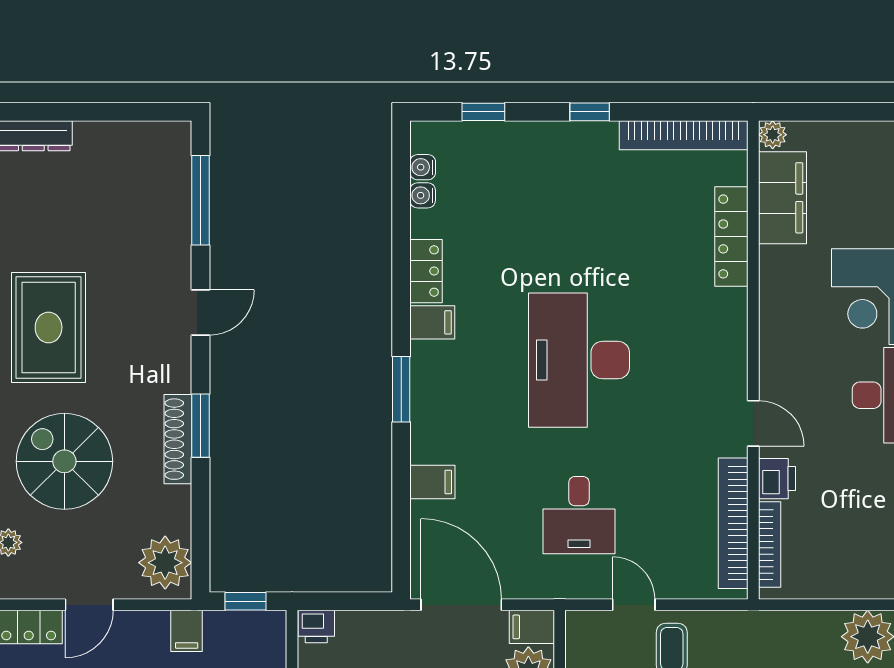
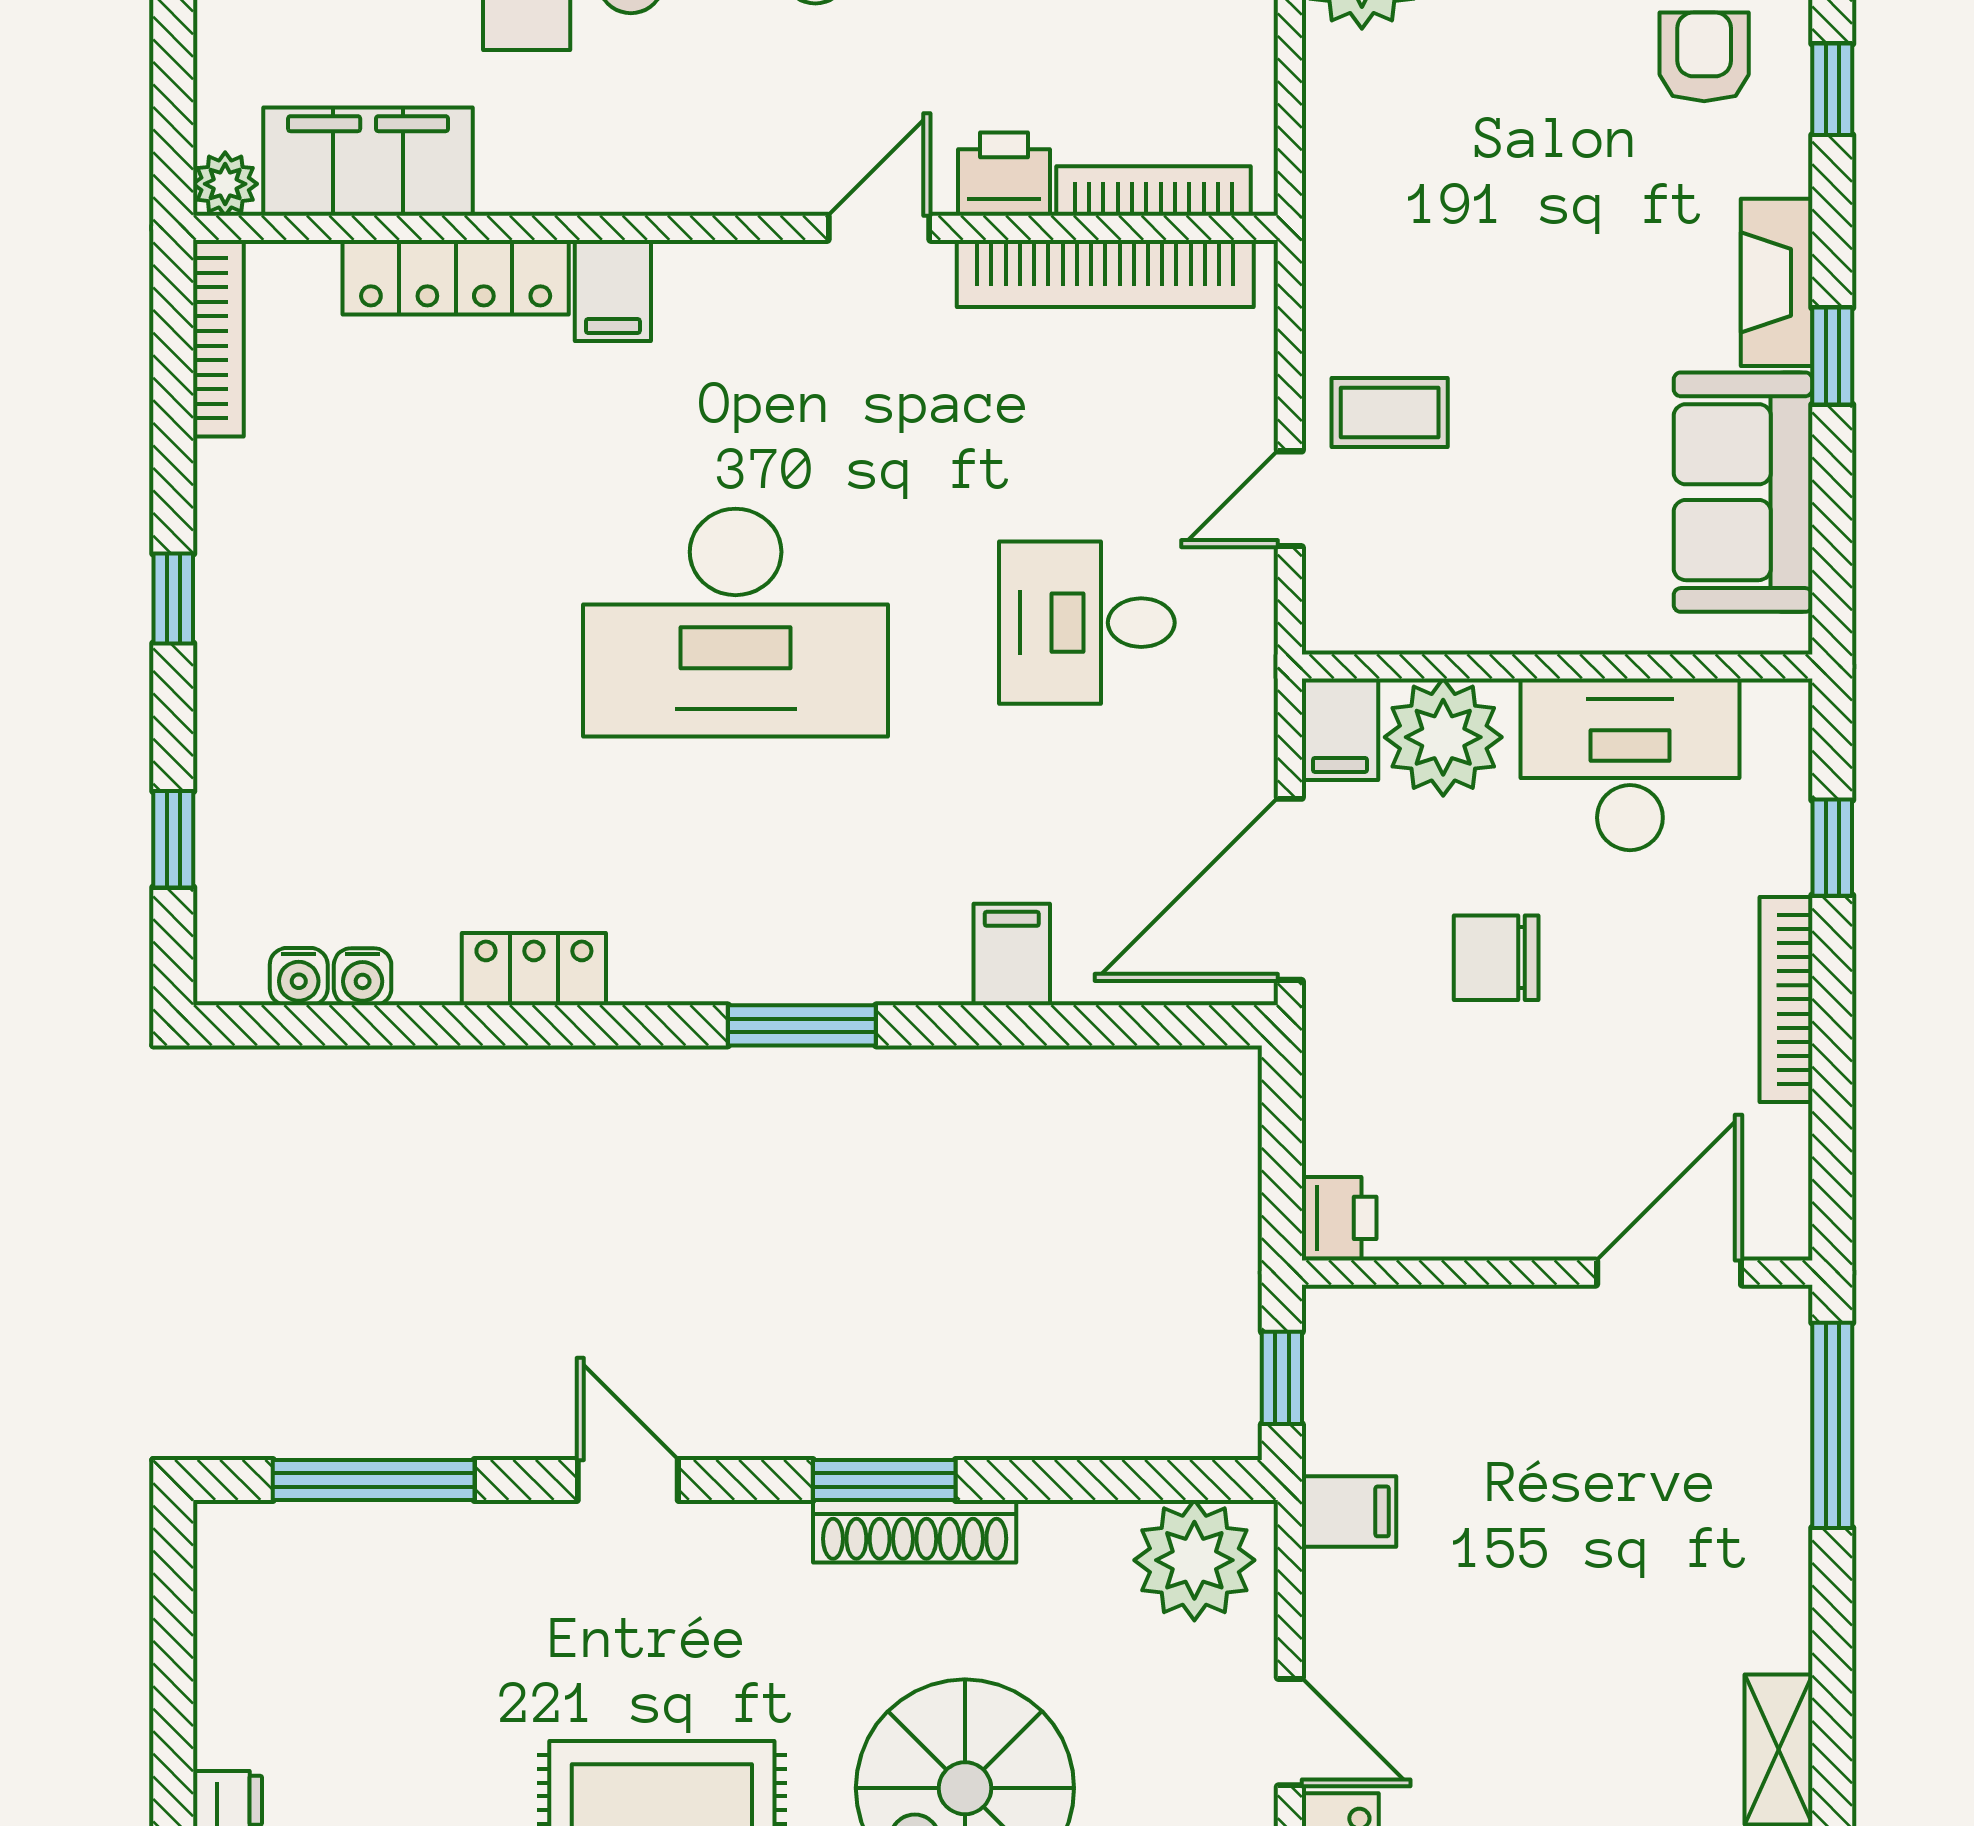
bookcase: (684, 135) -> (218, 338), width x0.68, depth x0.76
filing cabinet: (432, 322) -> (613, 291), moved, turned 180
desk: (579, 515) -> (1087, 623), turned 180

